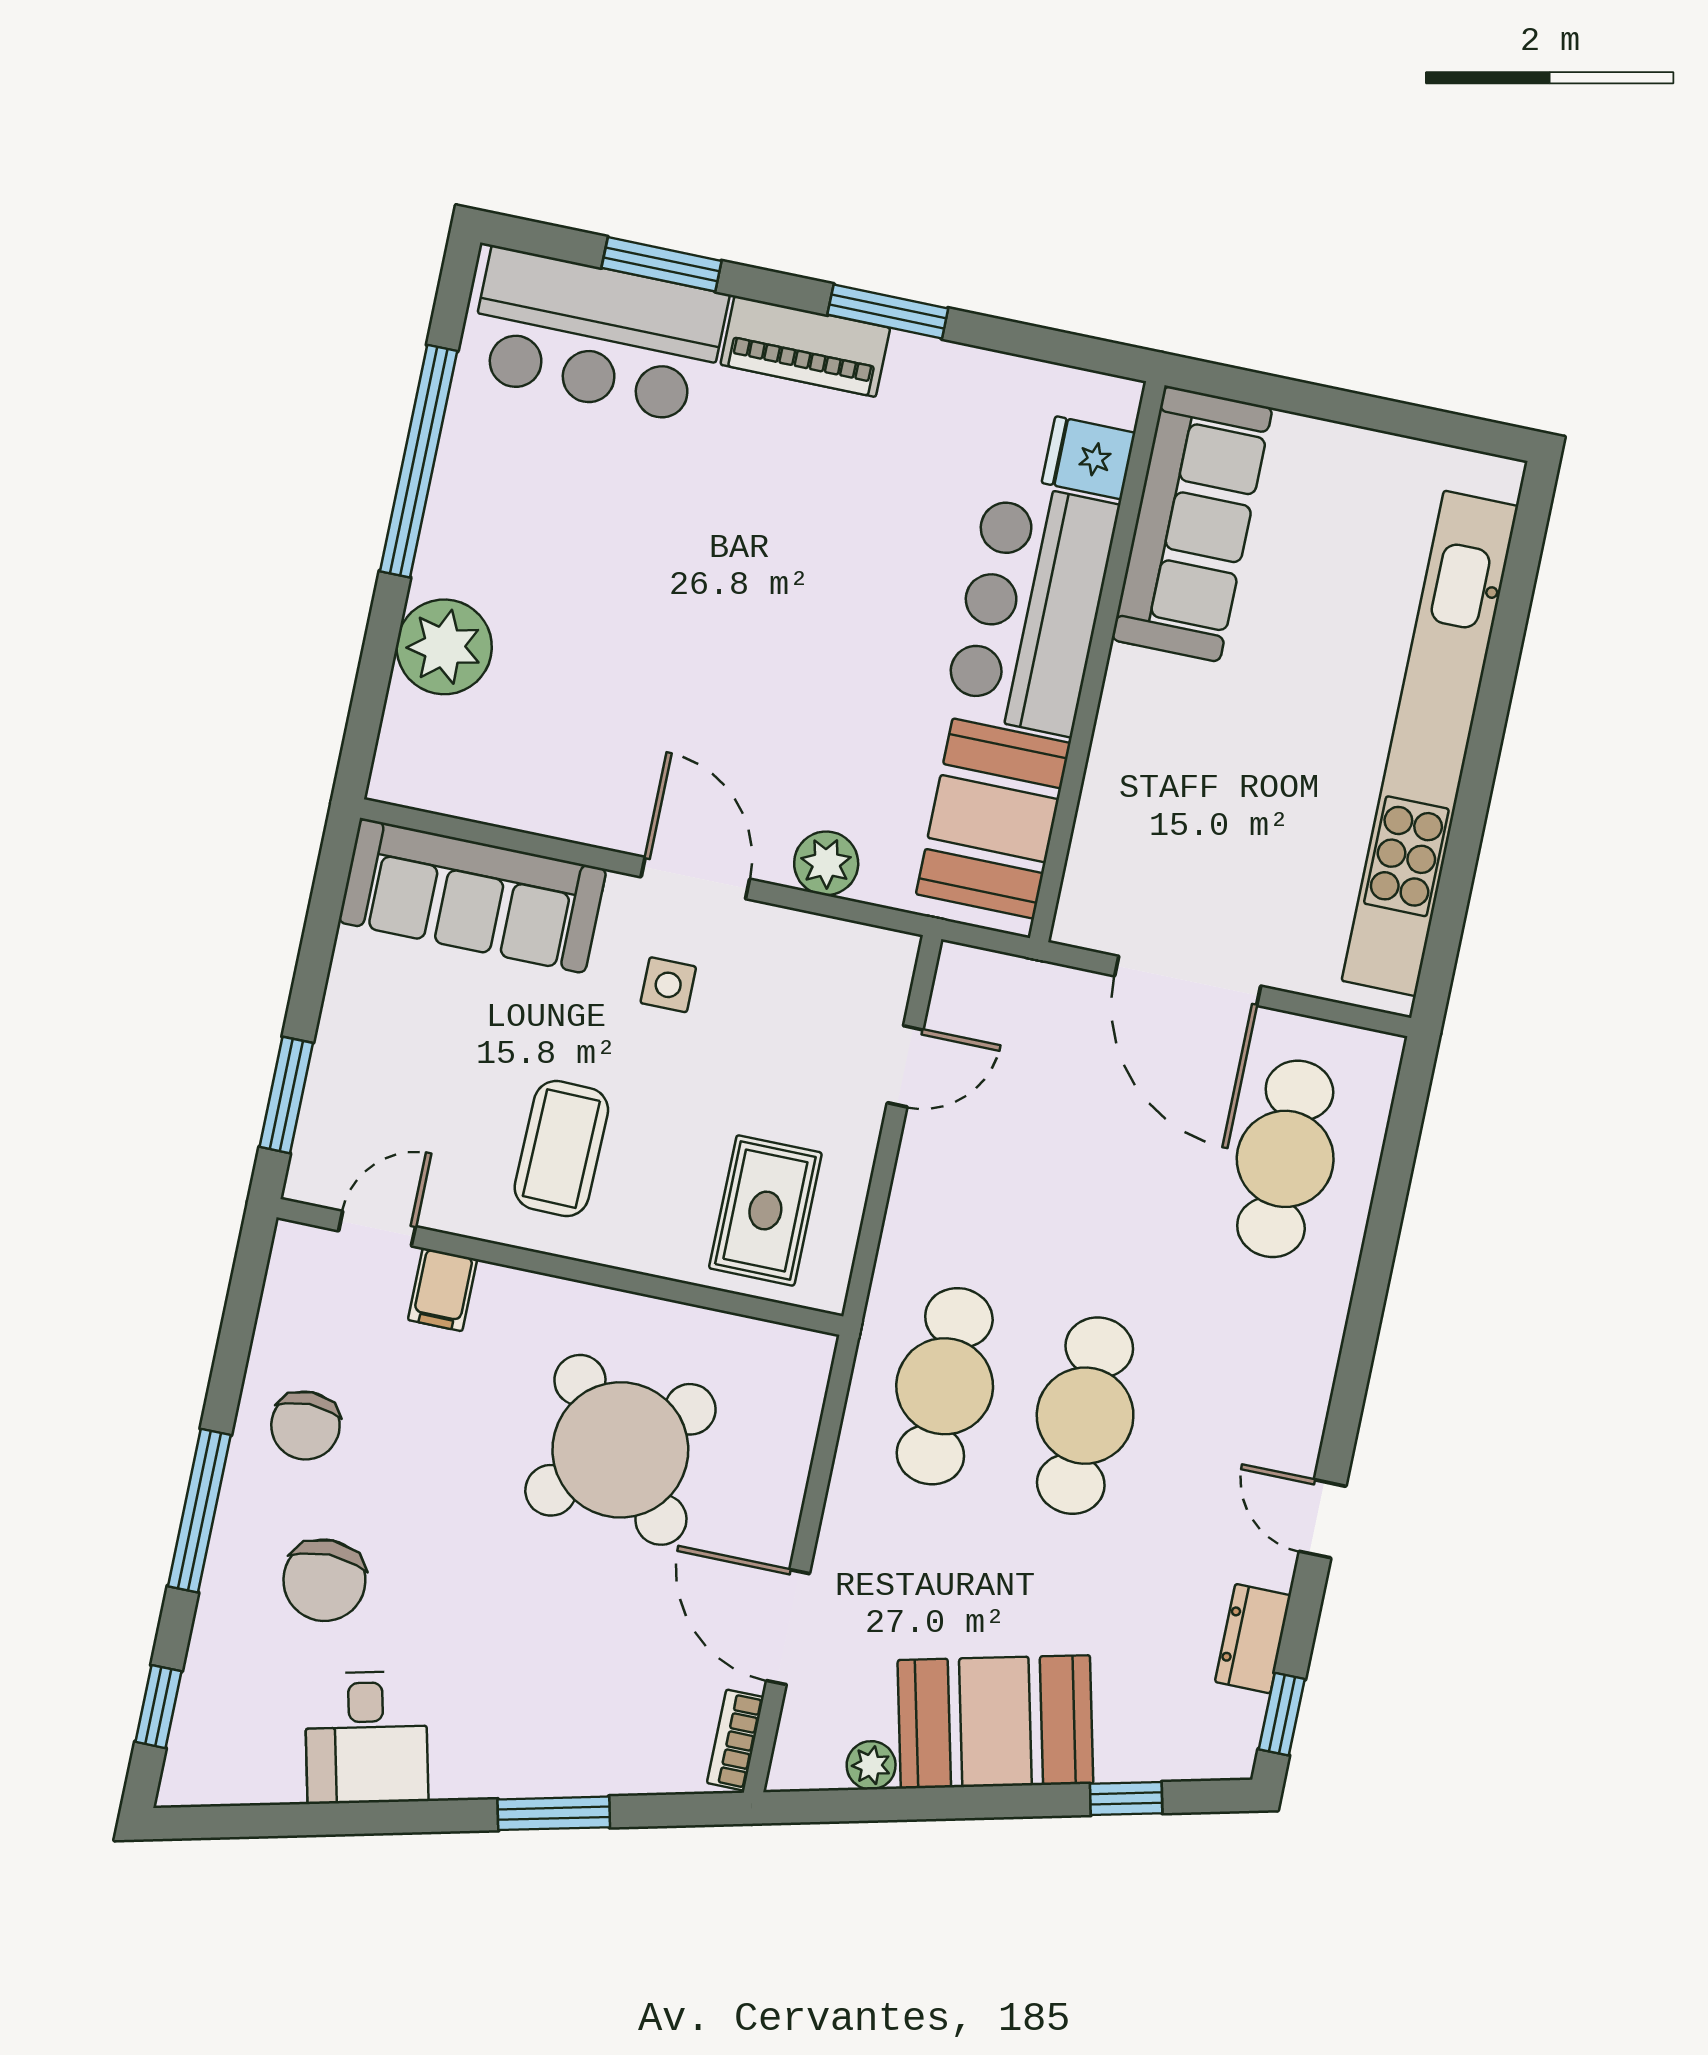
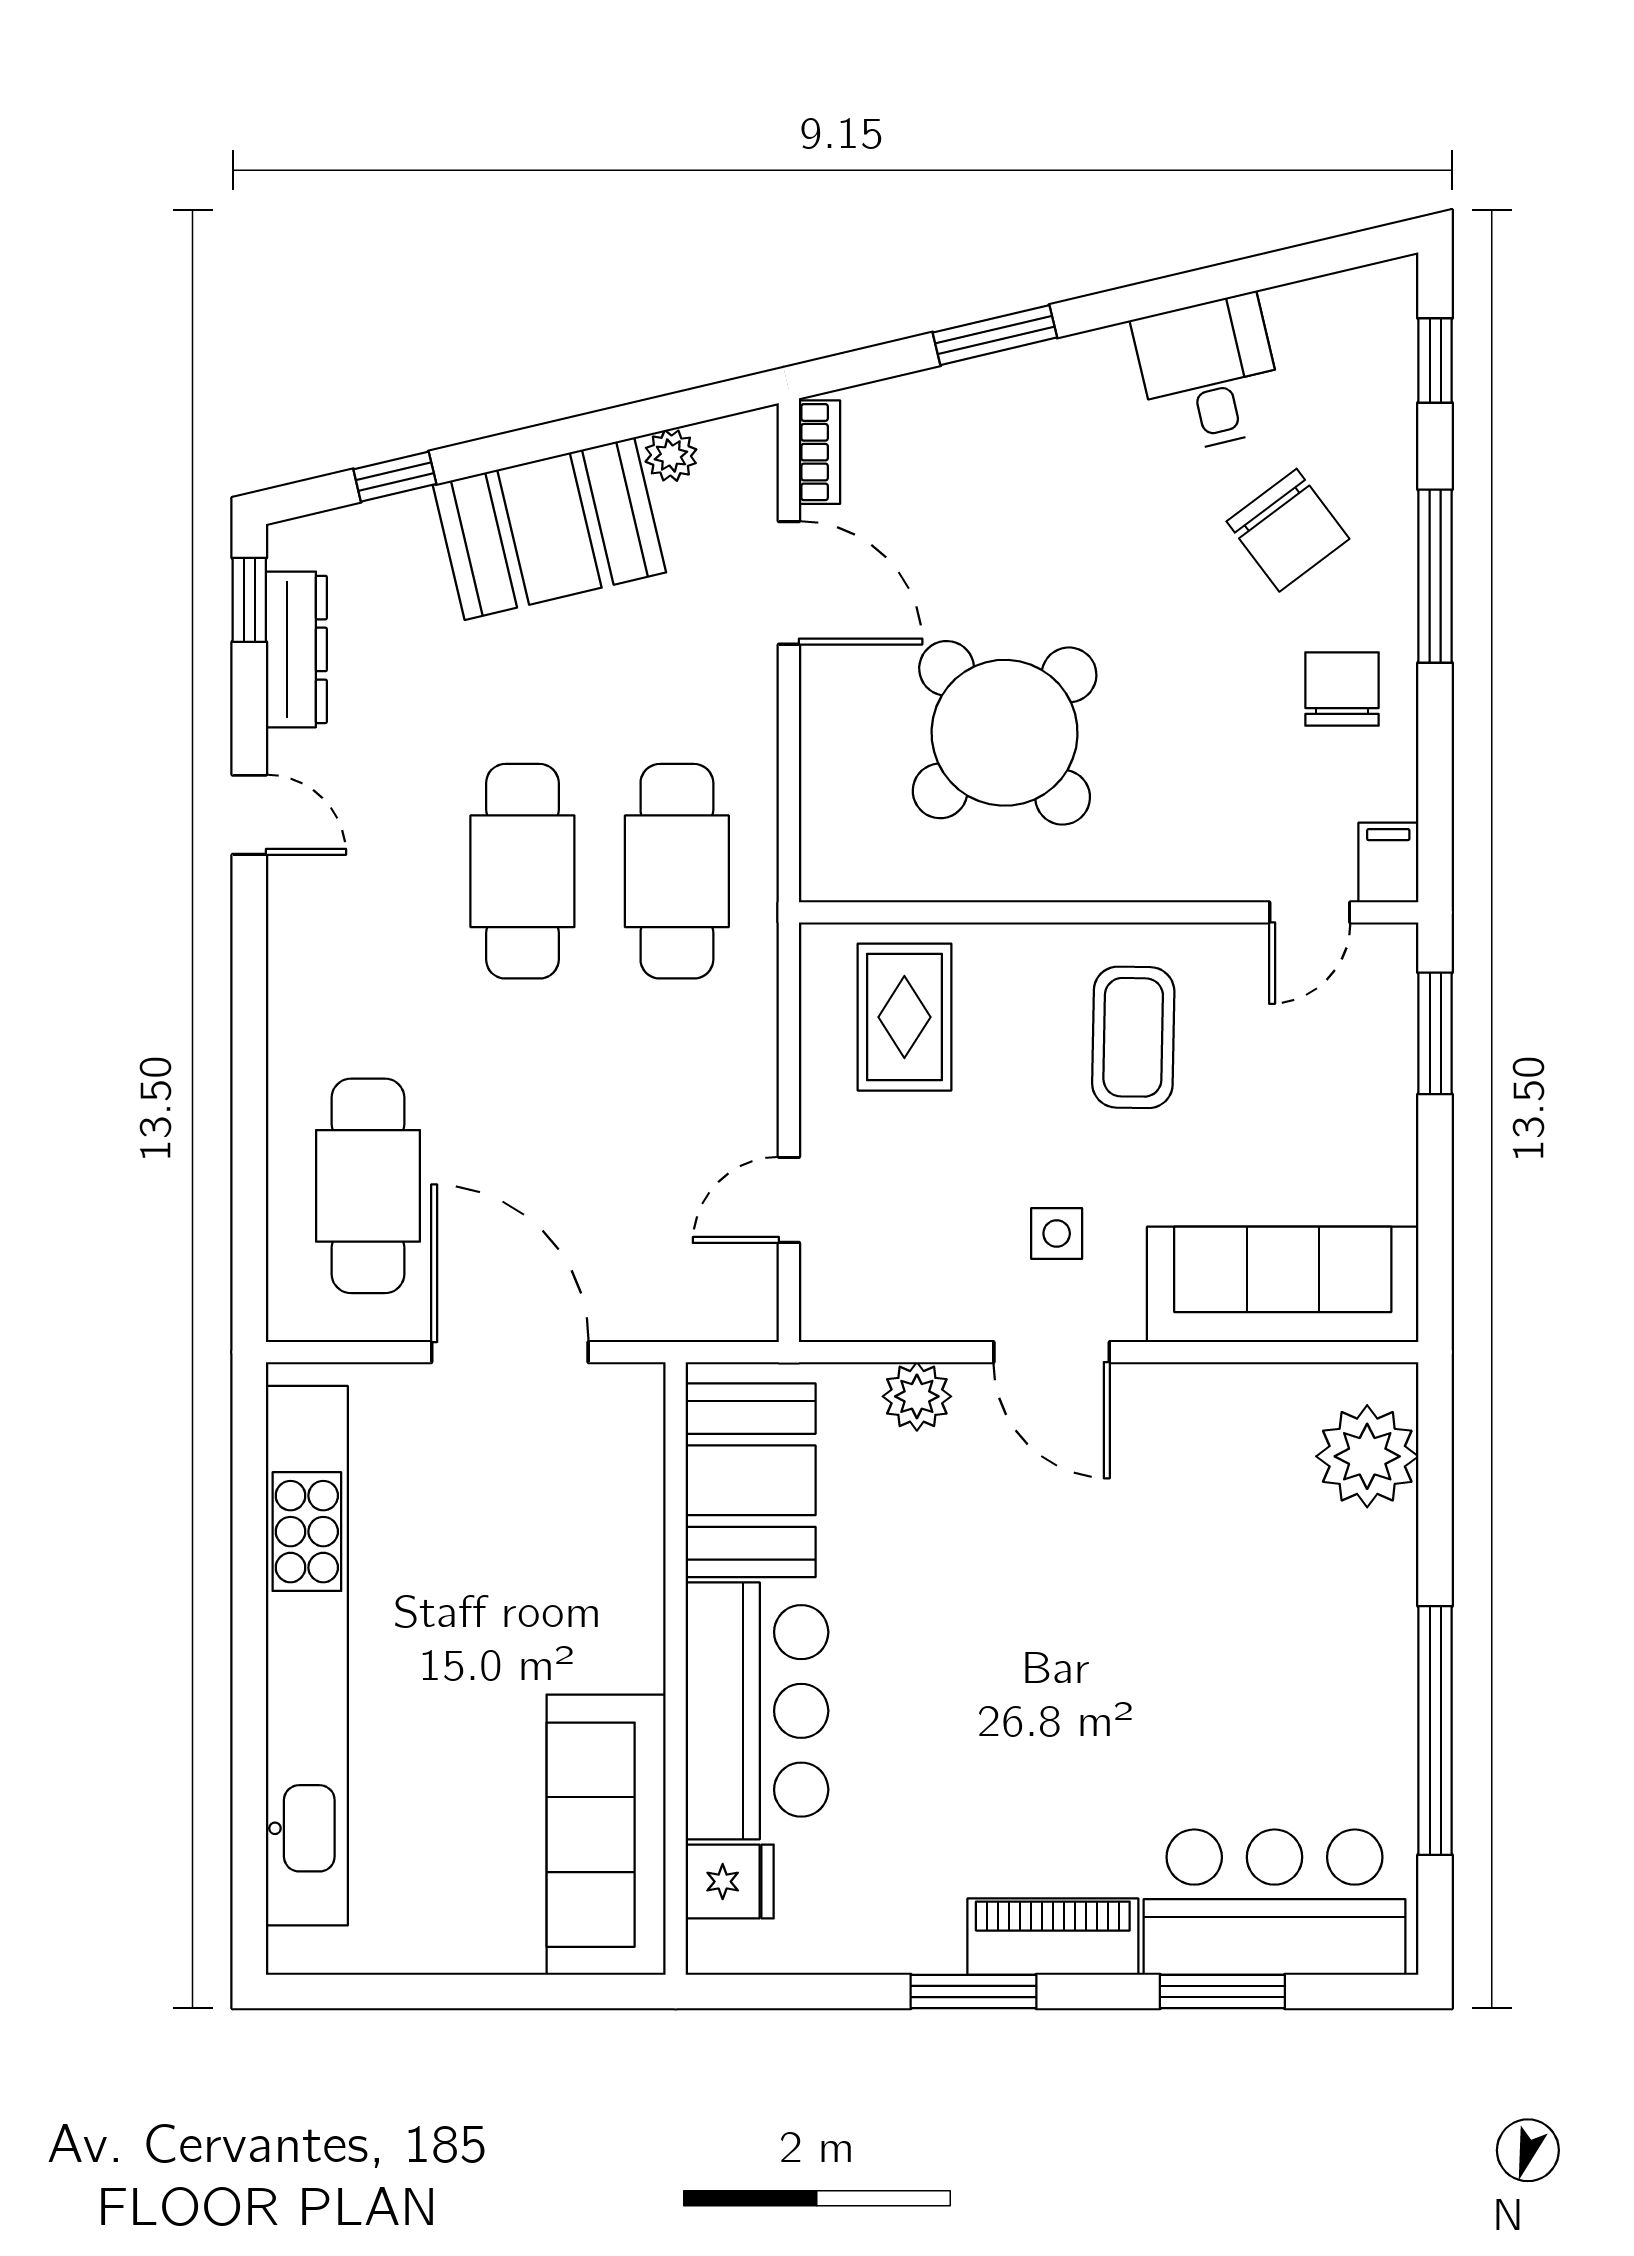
plant: (444, 647) -> (1367, 1456), moved
filing cabinet: (442, 1290) -> (1388, 863), moved
chair: (324, 1580) -> (1288, 530), turned 143
dresser: (1253, 1639) -> (296, 649), width x1.44

